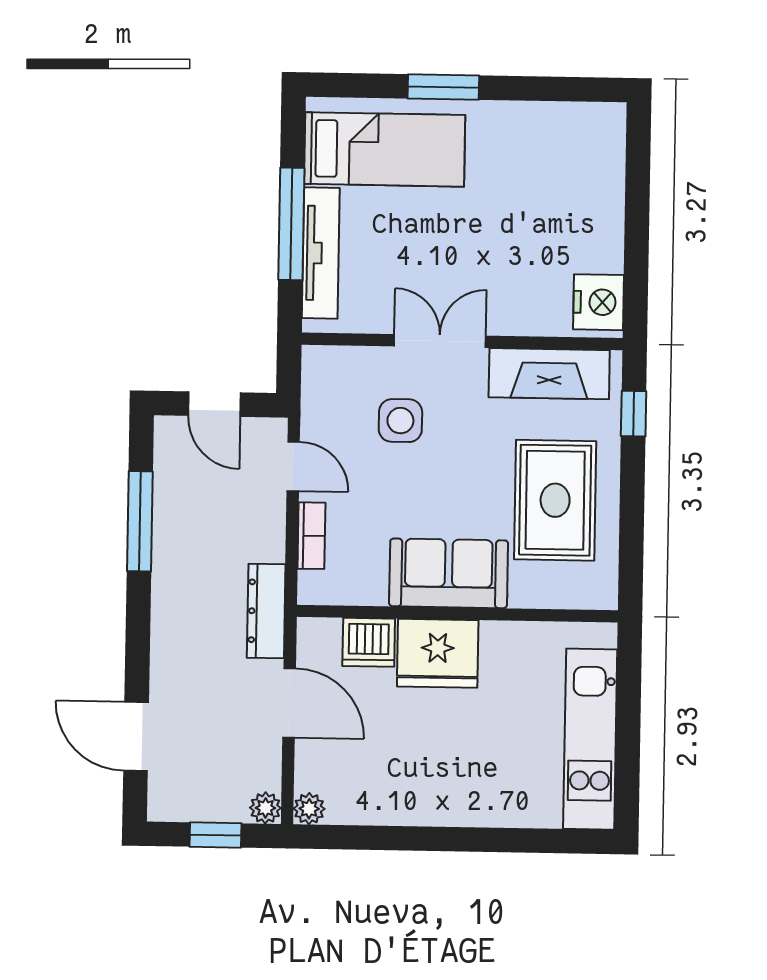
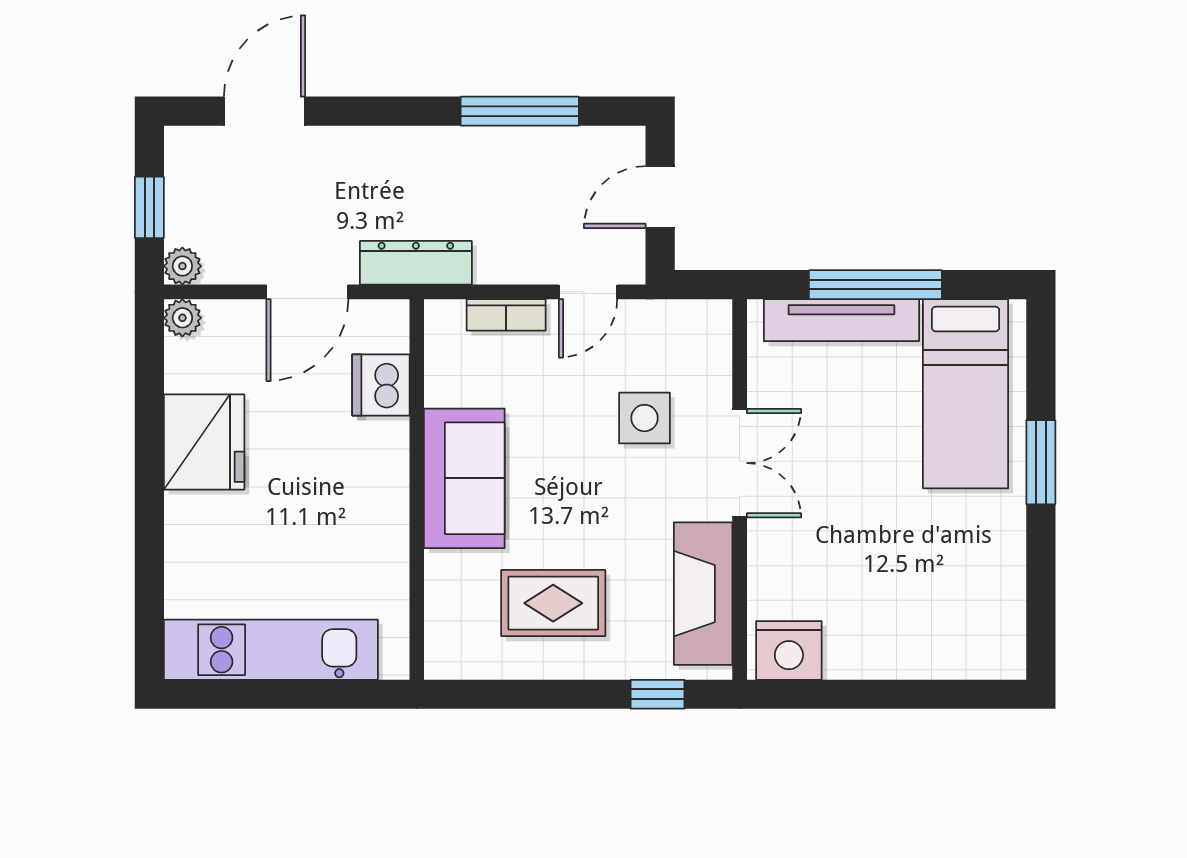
rug: (555, 500) -> (553, 603), width x0.73, depth x0.70
fridge: (438, 653) -> (204, 442), moved, turned 180

